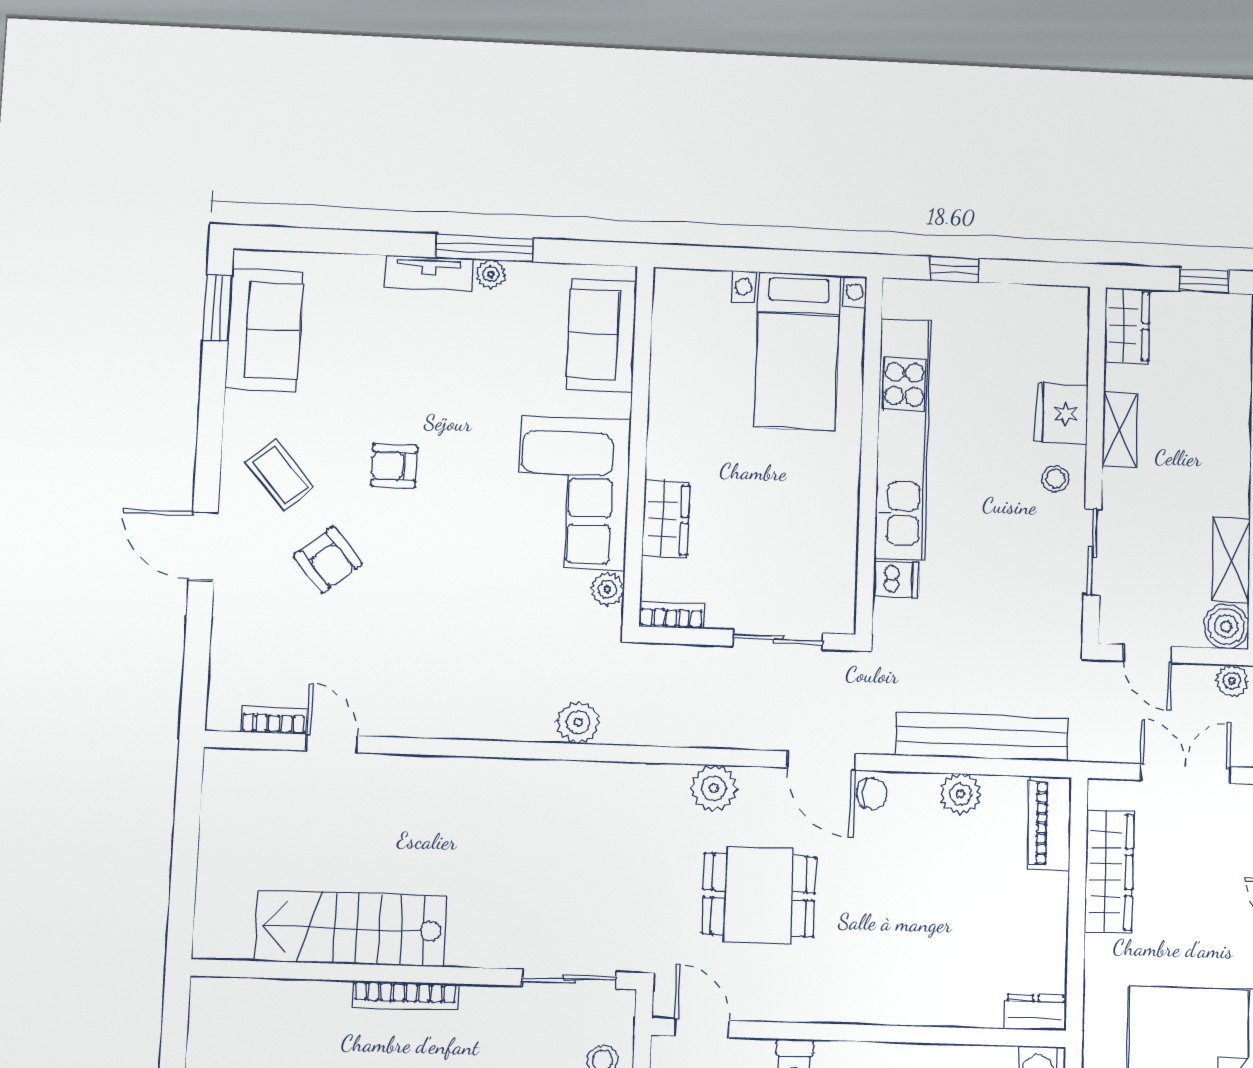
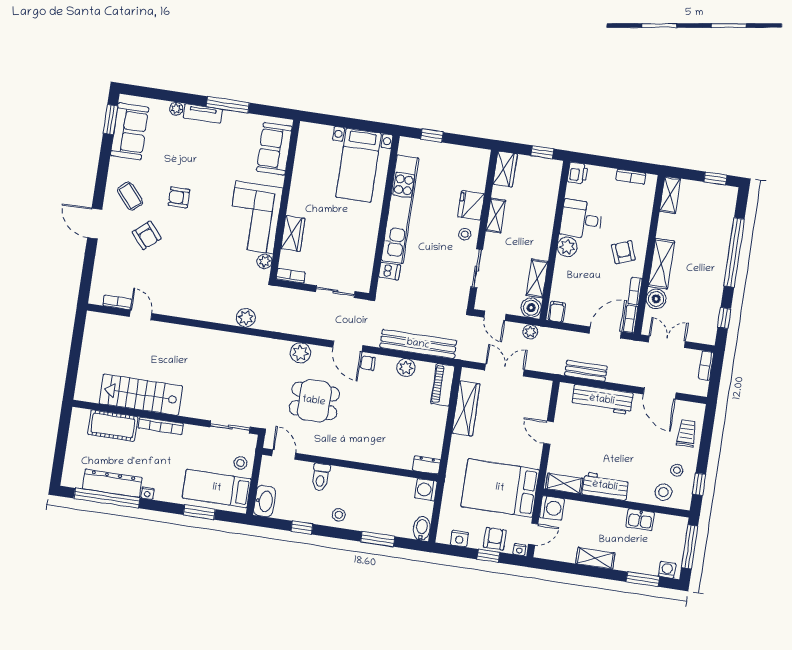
plant: (491, 274) -> (176, 109), moved
chair: (872, 794) -> (368, 363), turned 180
cot: (291, 1009) -> (113, 426), added

